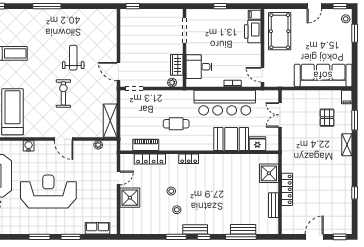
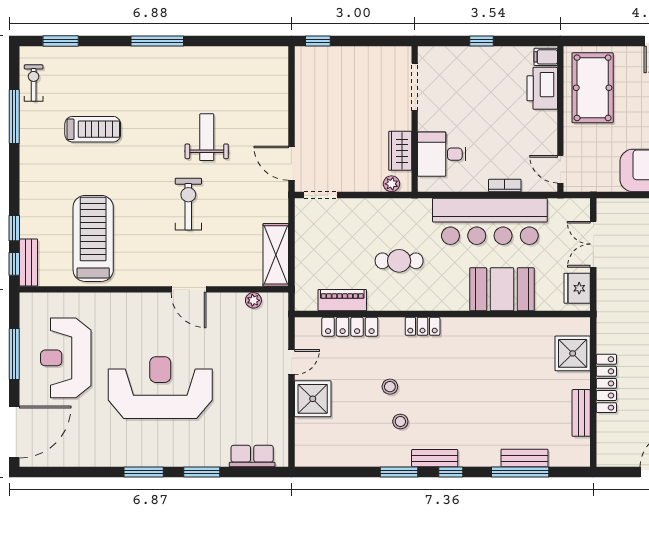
fridge: (257, 144) -> (577, 288), moved, turned -90
water cooler: (29, 146) -> (123, 302), removed

